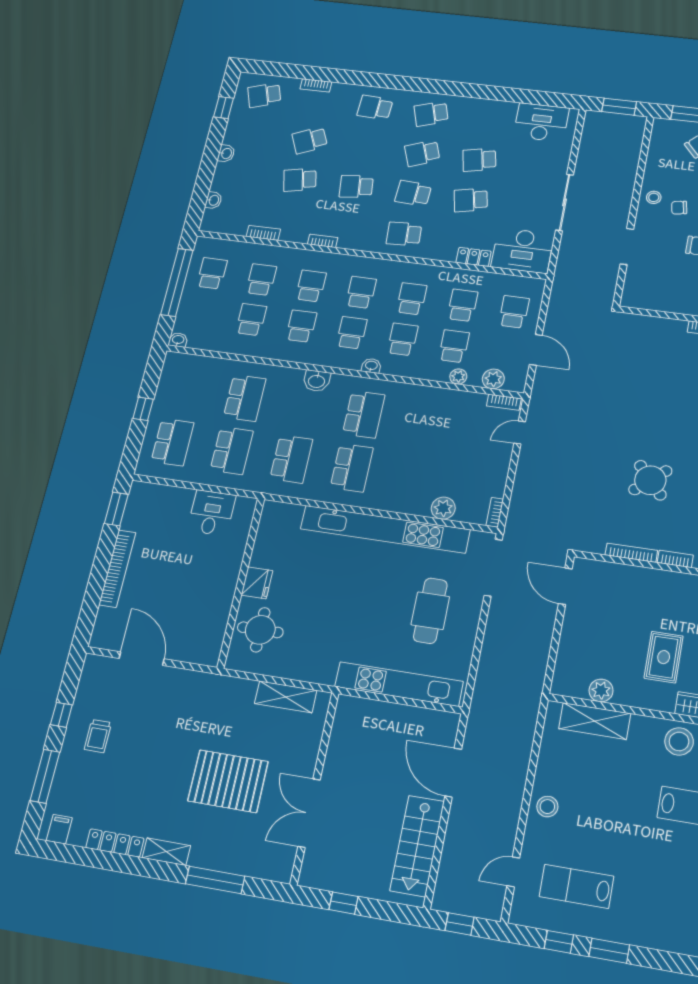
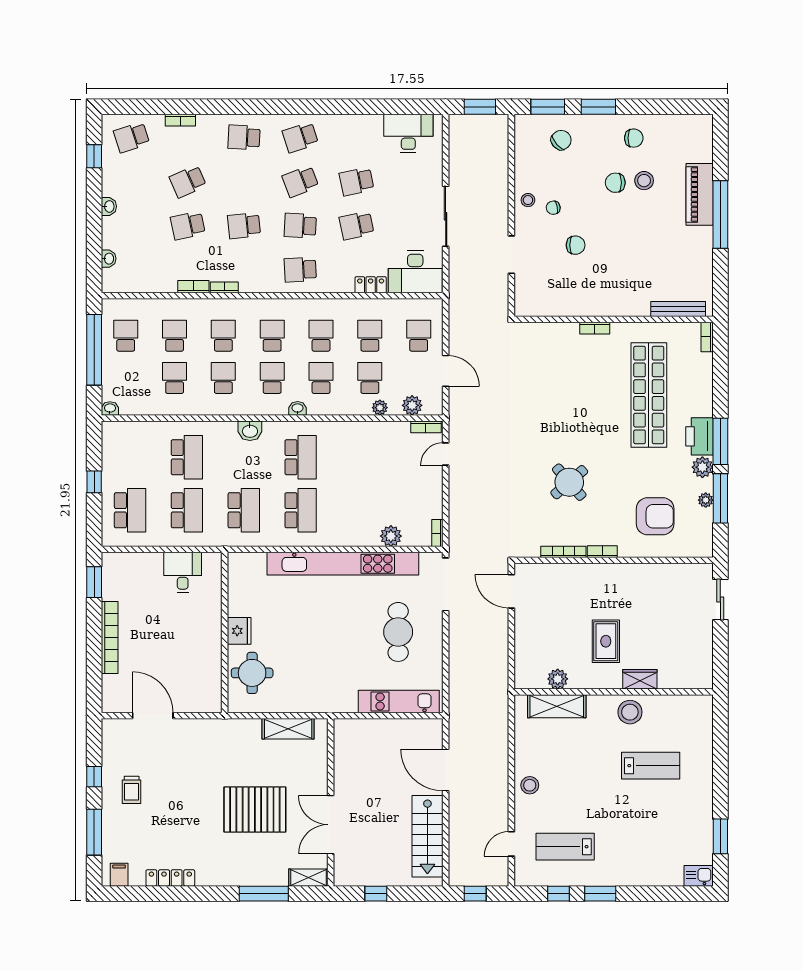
bookcase: (263, 233) -> (193, 287), moved
kitchen unit: (399, 684) -> (399, 701), width x0.73
shelving: (166, 852) -> (308, 878), moved

